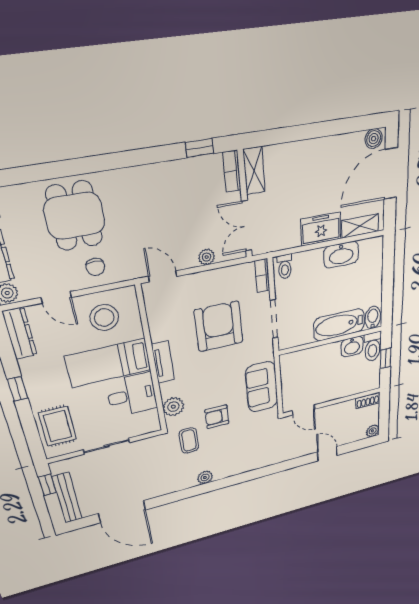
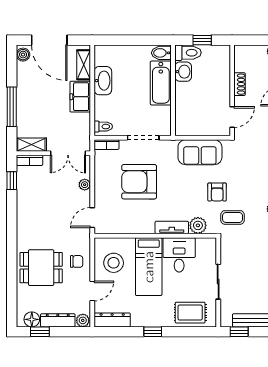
window: (305, 132) -> (12, 107), added
tv unit: (163, 362) -> (172, 227), moved
shoe rack: (368, 400) -> (240, 84), moved

